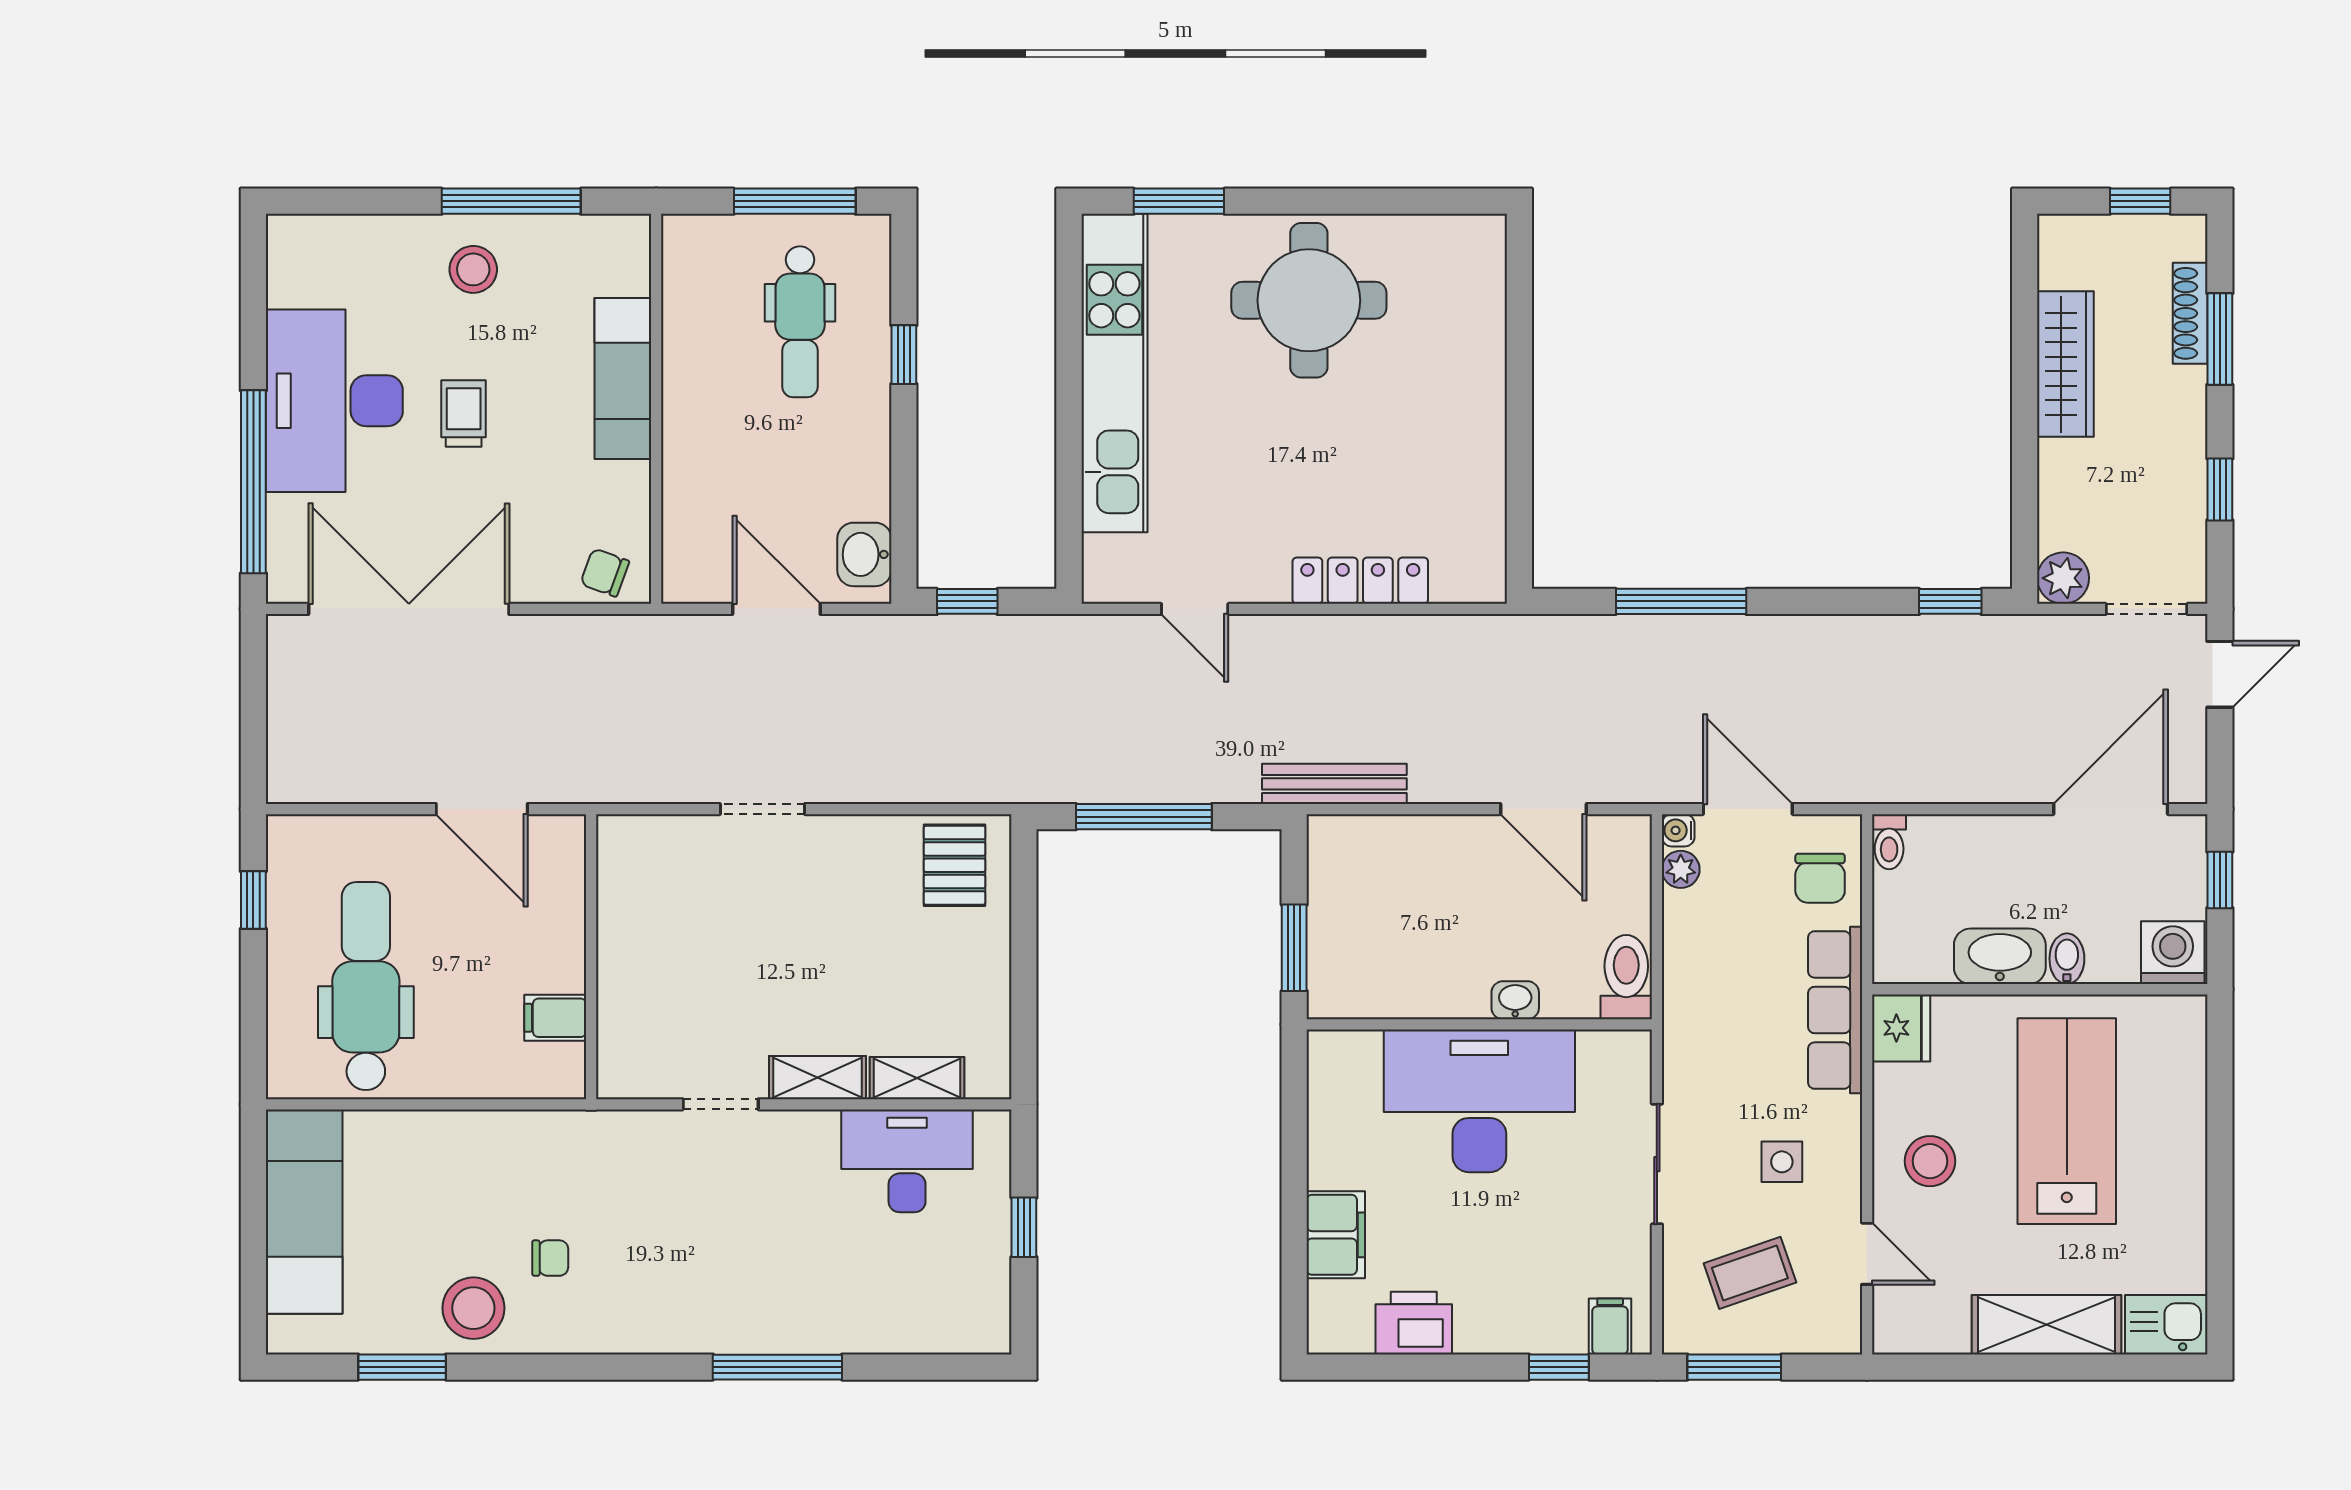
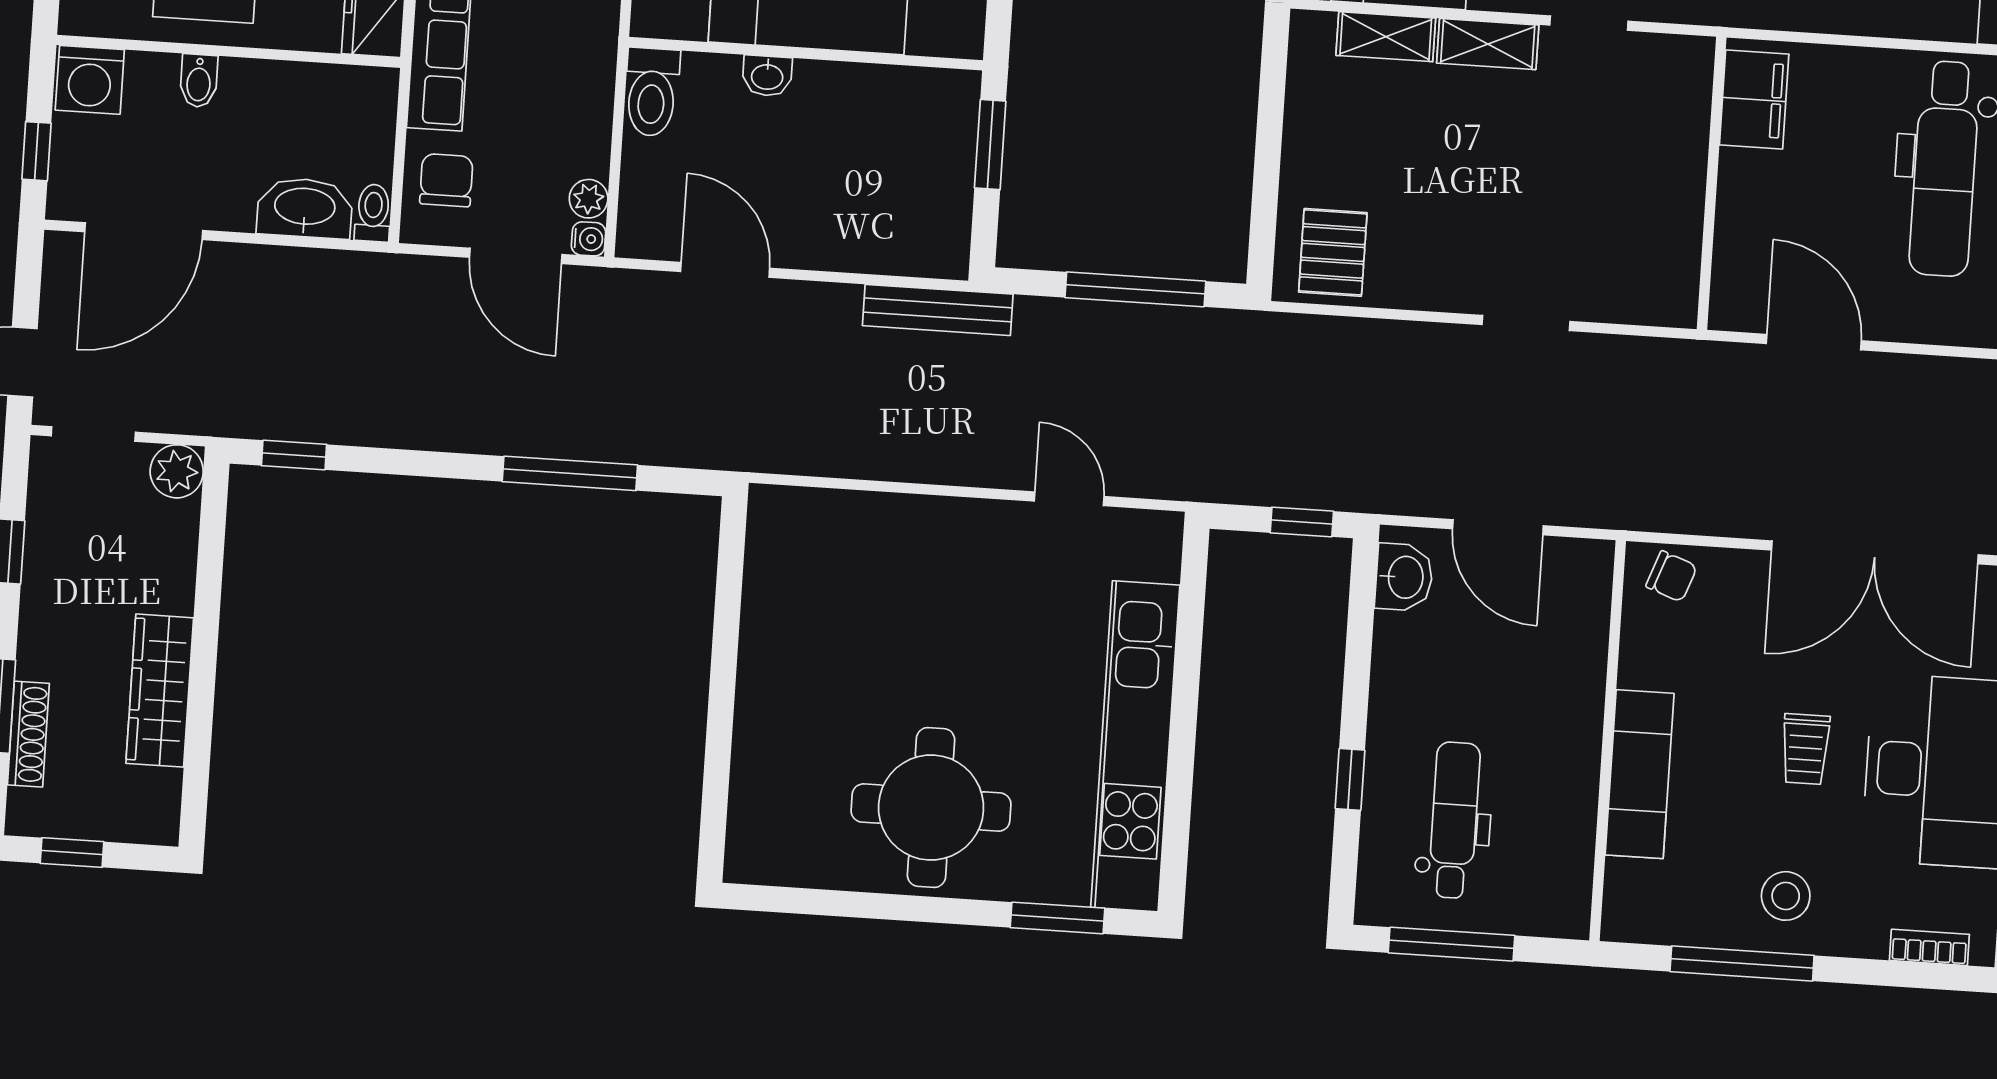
bookcase: (330, 229) -> (1929, 947), added
locker: (1360, 581) -> (897, 517), removed
washbasin: (2000, 956) -> (305, 208), moved, turned 180
filing cabinet: (555, 1018) -> (1754, 99), width x2.00

